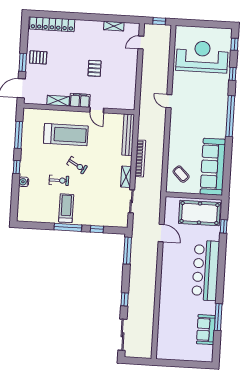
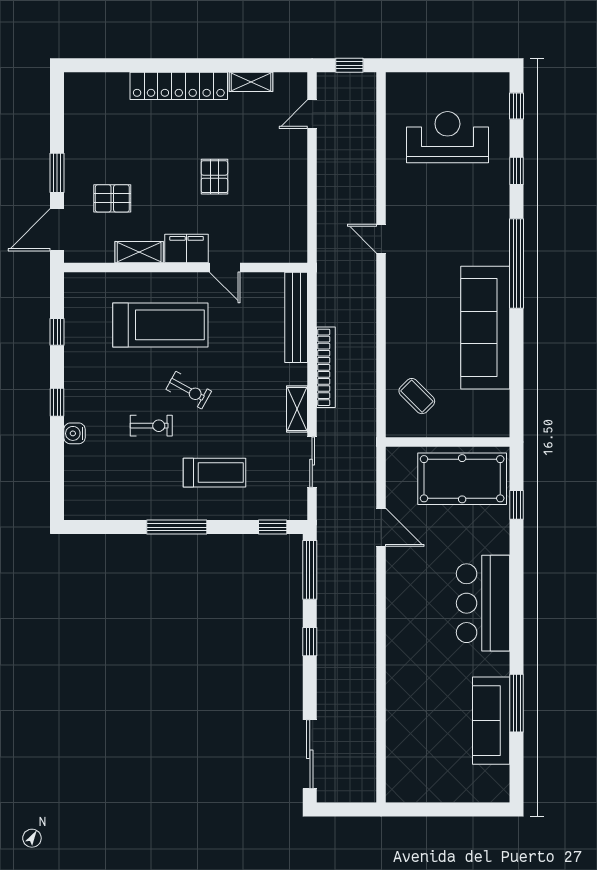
locker: (52, 24) -> (179, 86), moved
pallet: (38, 57) -> (112, 198), moved
reception desk: (202, 57) -> (447, 137), width x0.74, depth x0.77
window: (18, 135) -> (57, 332), width x0.46
sofa: (213, 167) -> (485, 328), moved
treadmill: (66, 208) -> (215, 473), moved, turned 90
window: (97, 229) -> (273, 527), moved
bar counter: (206, 270) -> (483, 603), width x0.73
window: (125, 299) -> (310, 642), moved
sofa: (206, 330) -> (491, 721), width x1.36

